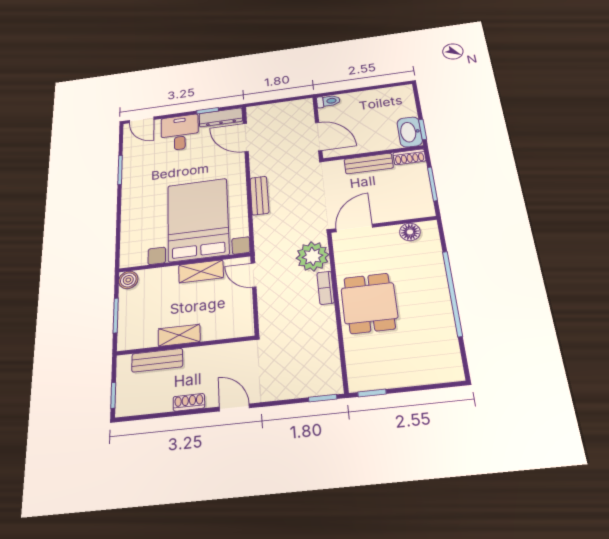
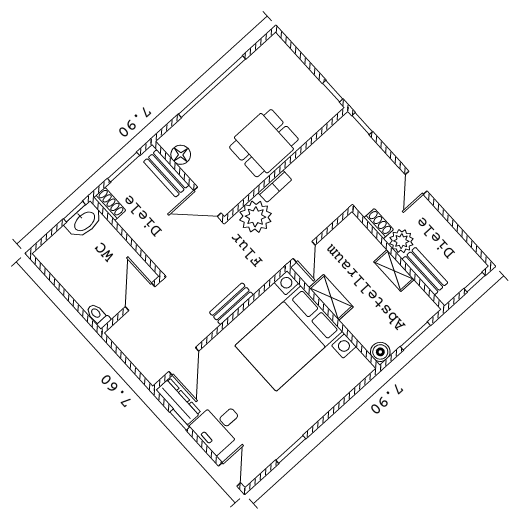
bench: (369, 164) -> (166, 173), moved
plant: (197, 359) -> (401, 241), added
shoe rack: (189, 402) -> (379, 224), moved, turned 180

